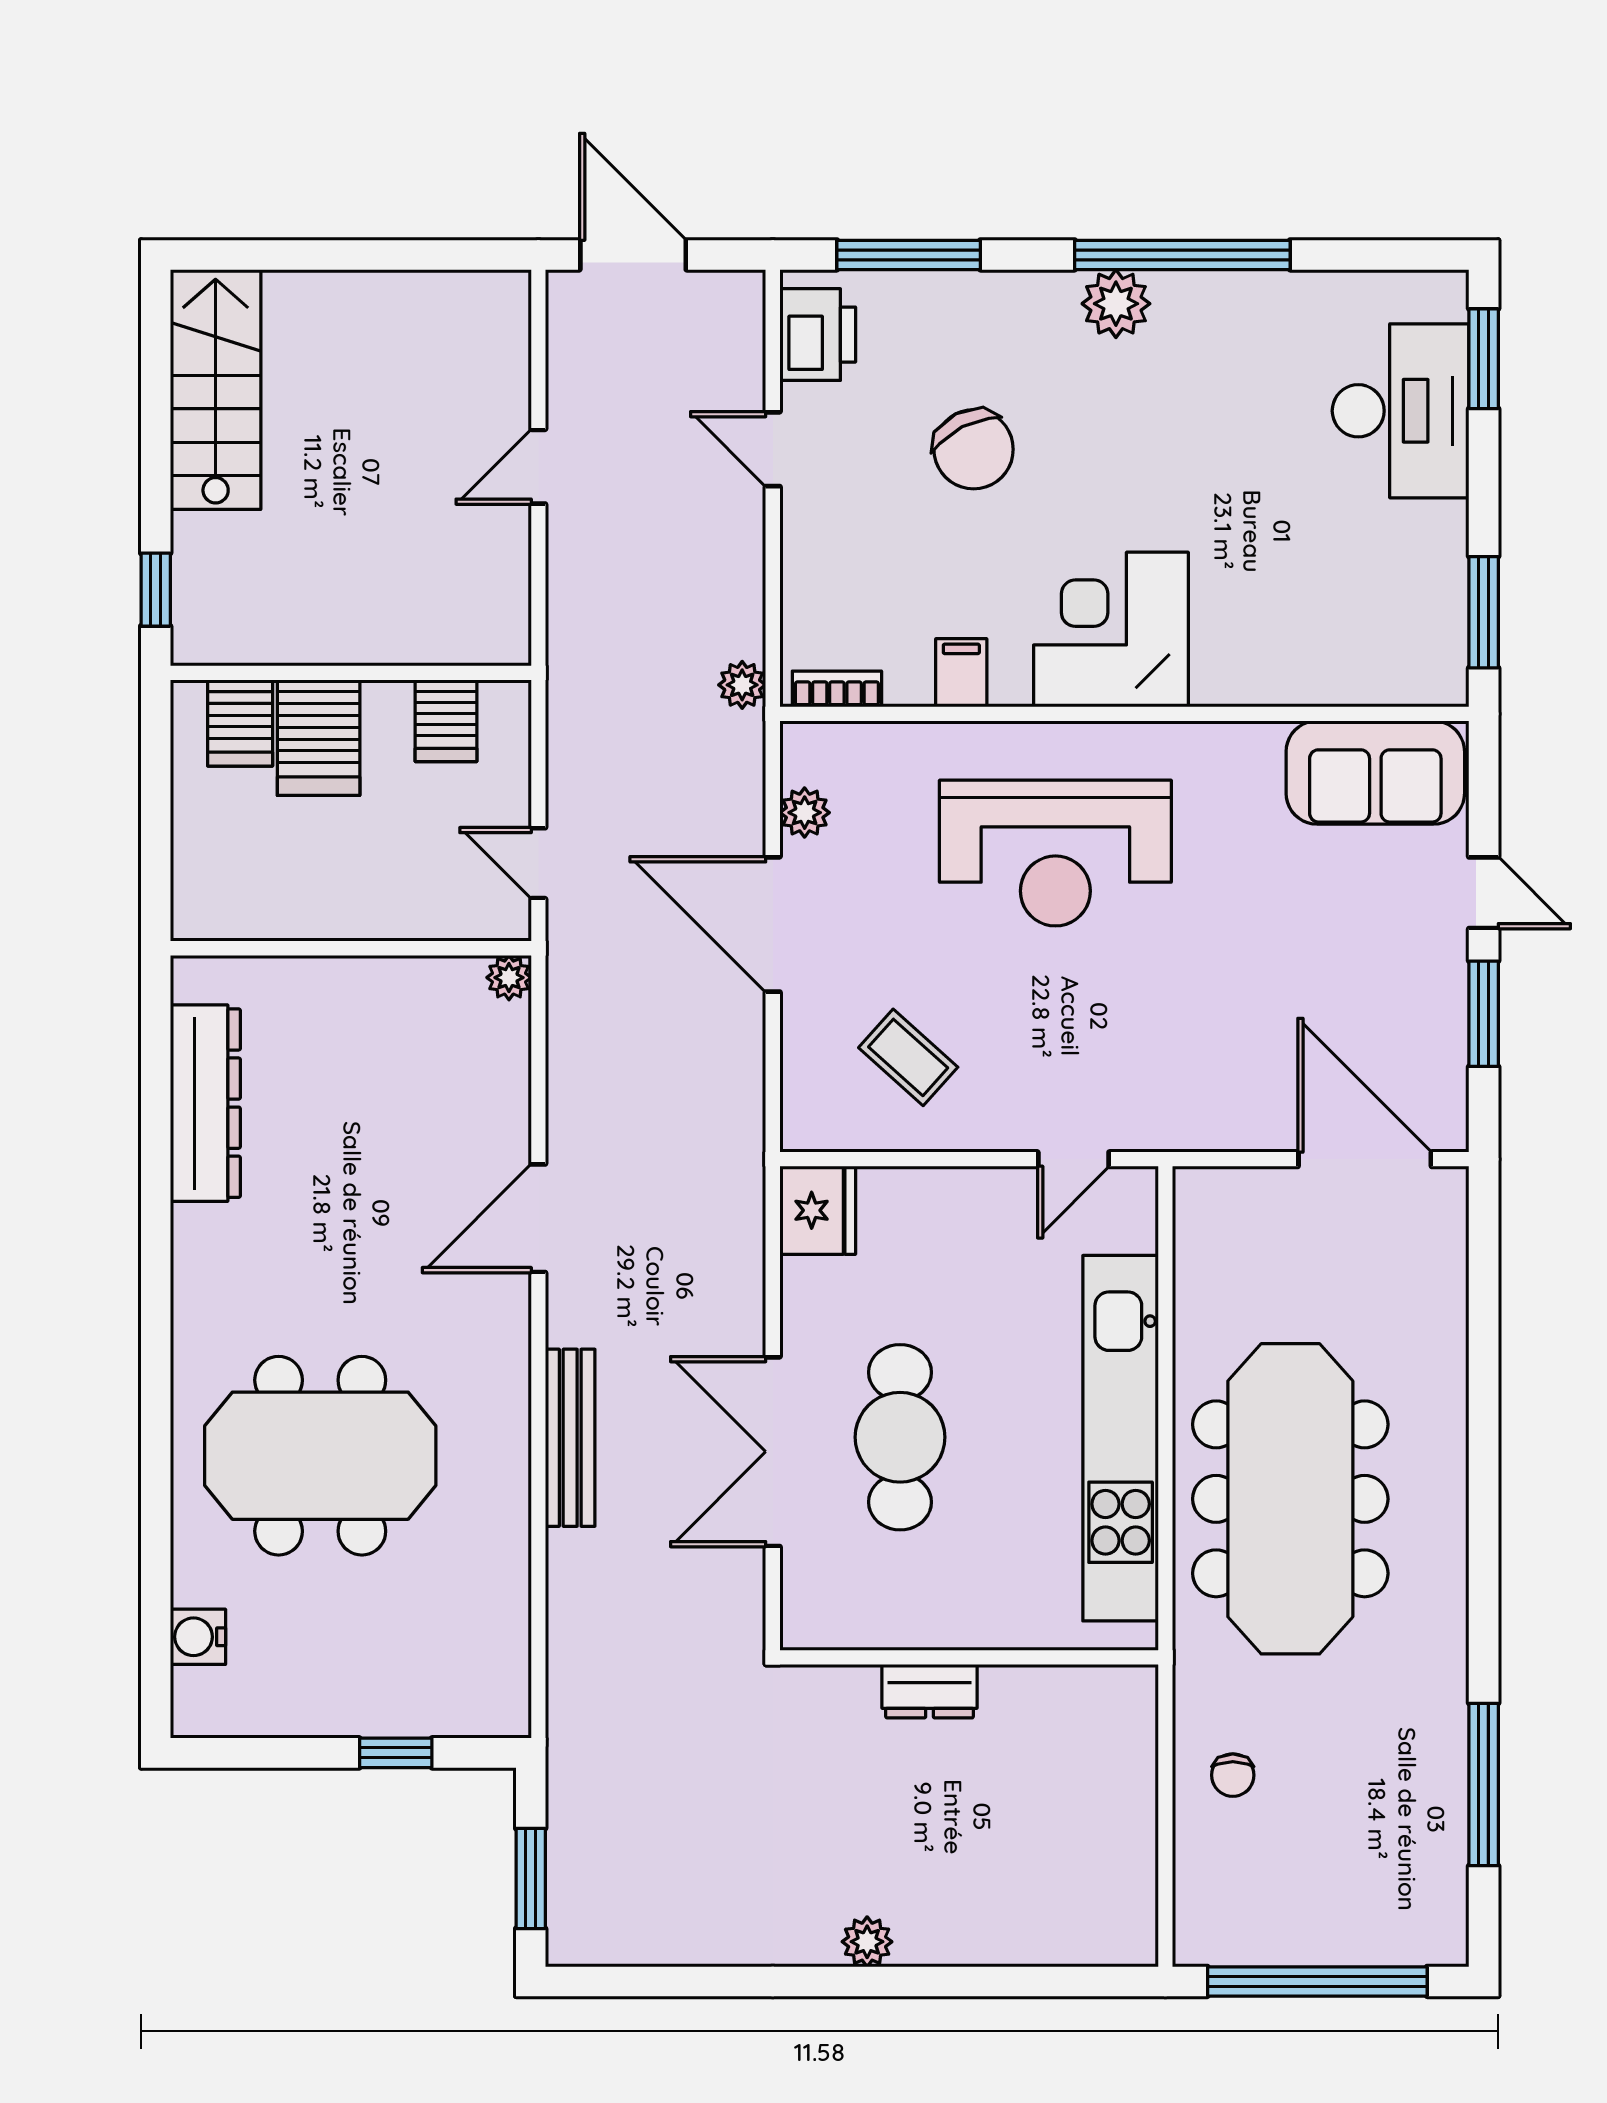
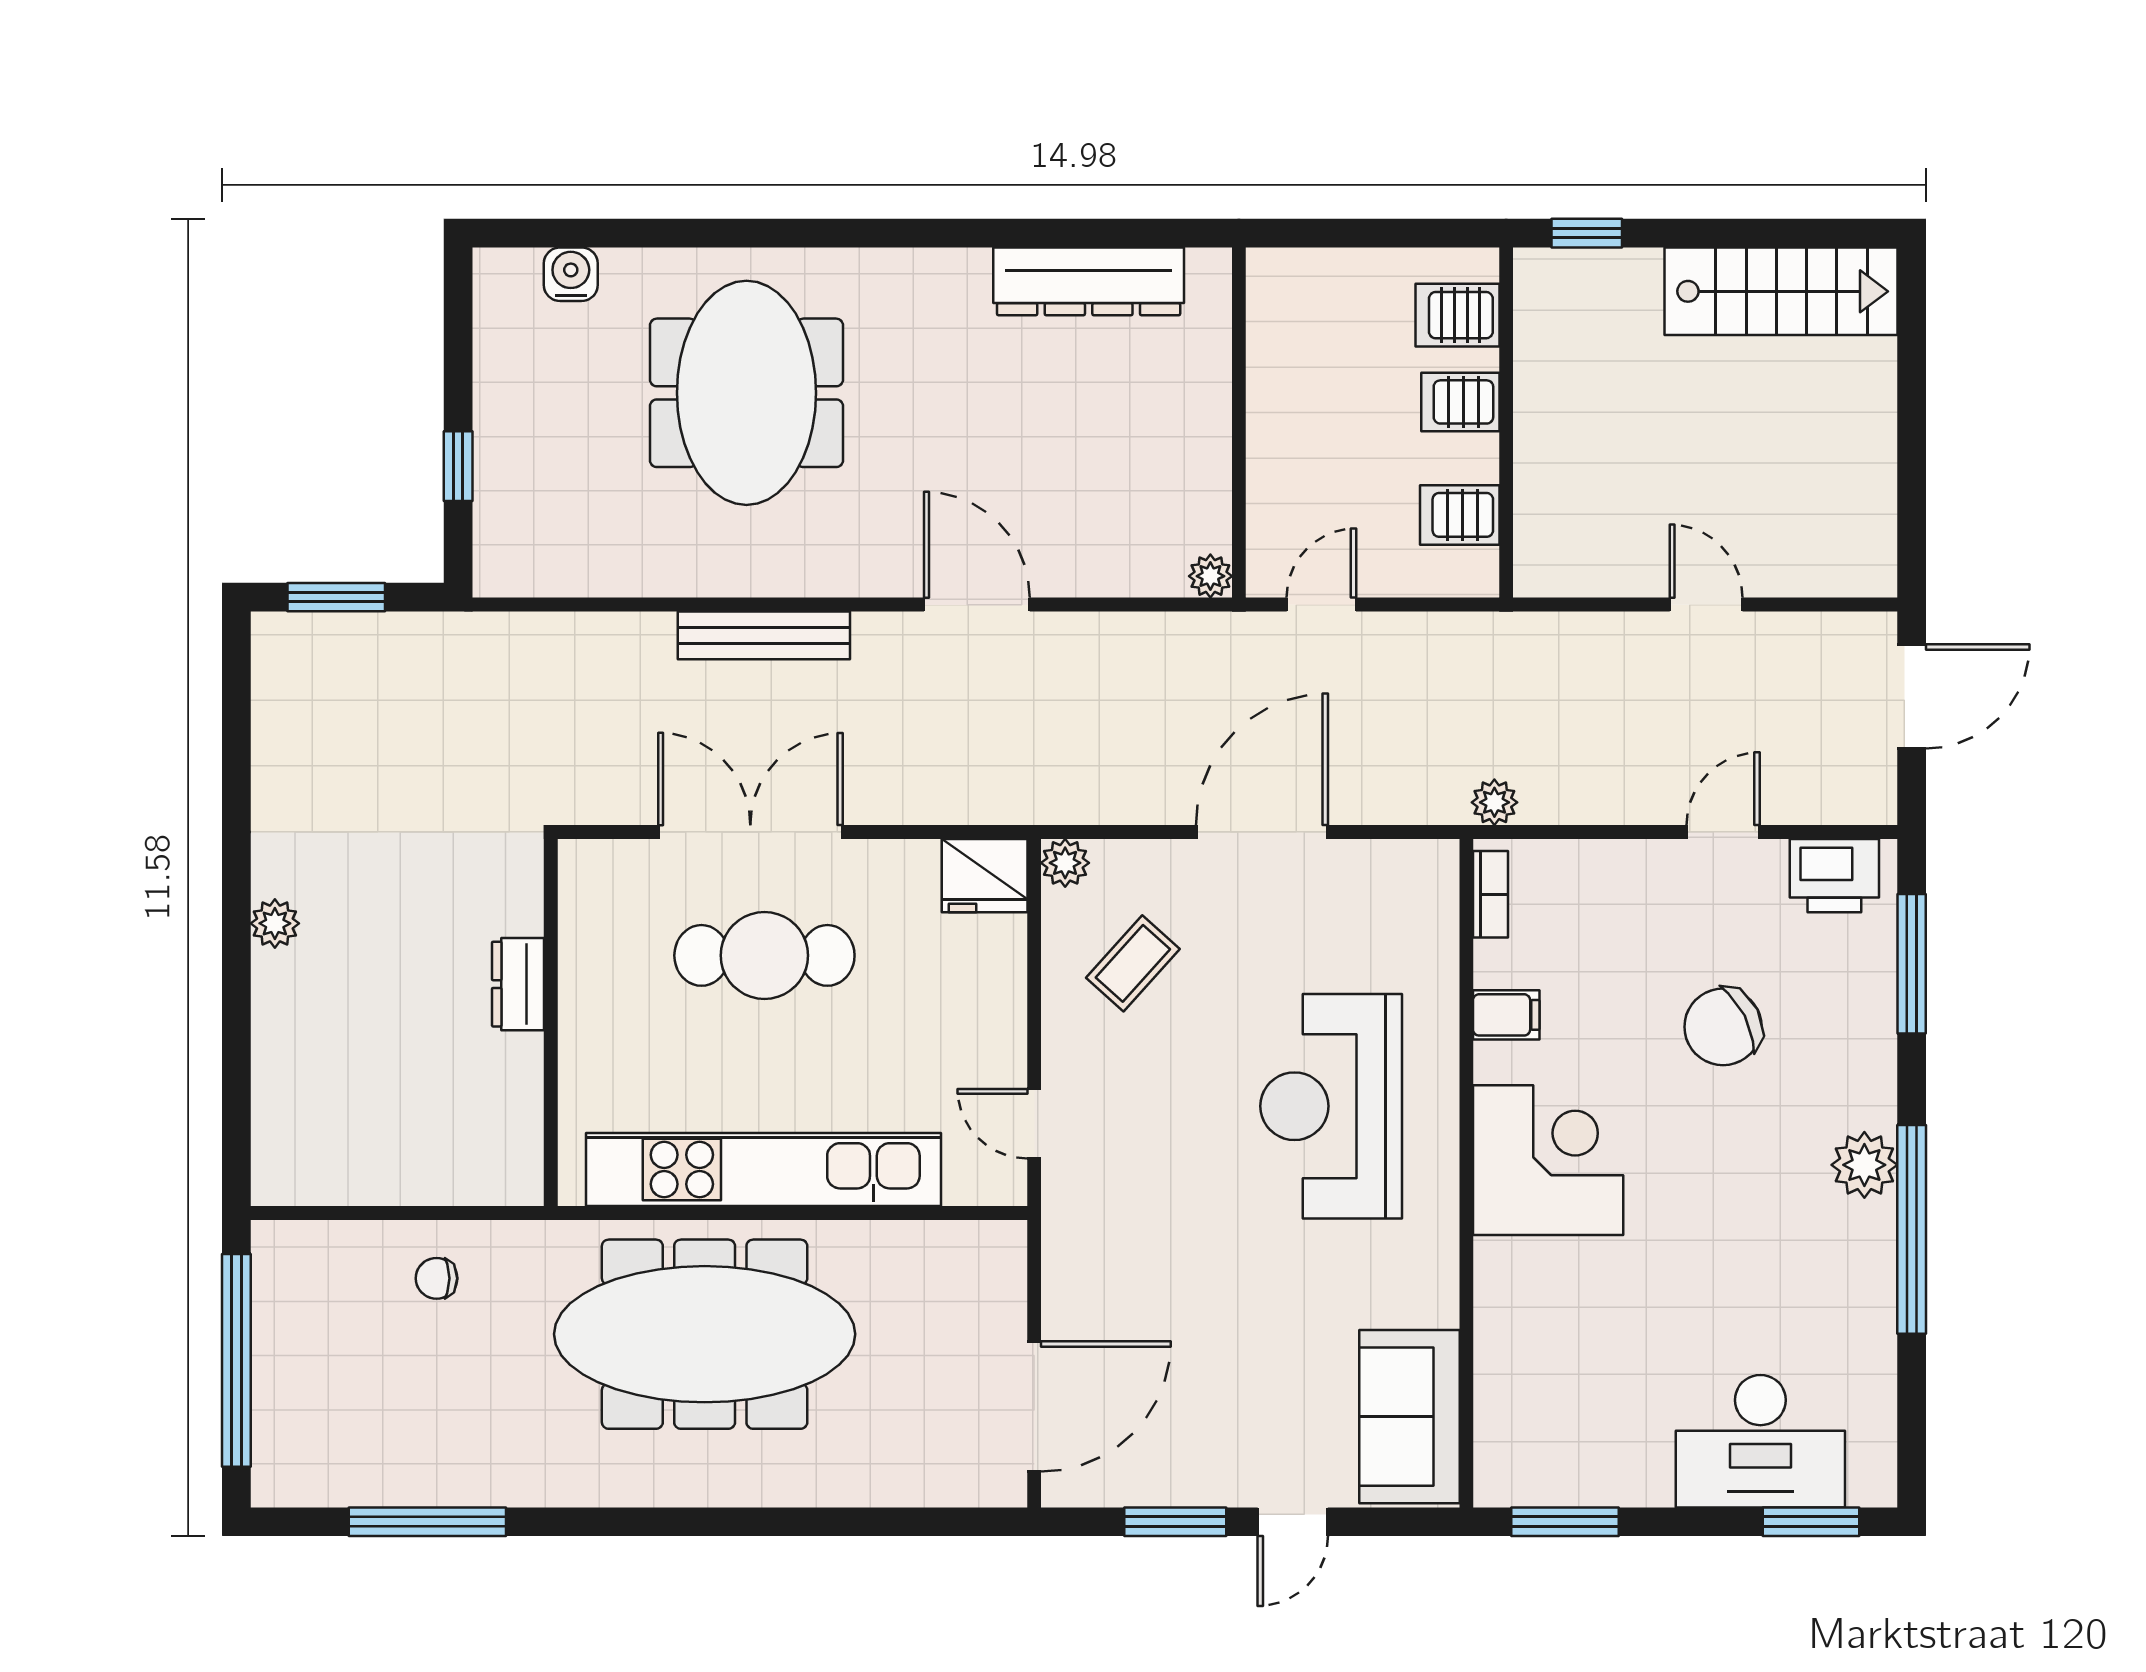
server rack: (319, 738) -> (1460, 402), width x0.73, depth x0.70
plant: (805, 813) -> (1065, 863), moved

